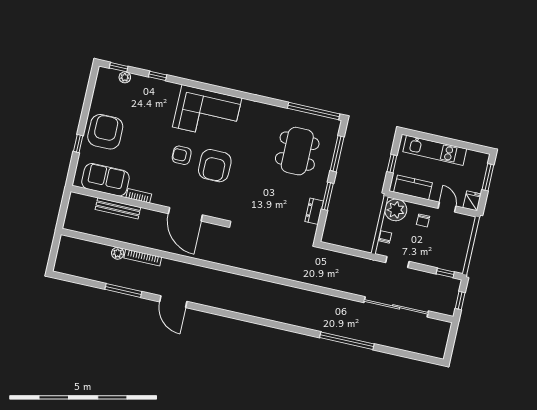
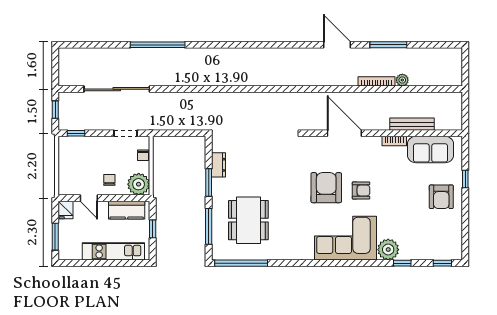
plant: (125, 77) -> (388, 250), moved, width x1.87, depth x1.87
armchair: (105, 132) -> (441, 197), width x0.73, depth x0.73

